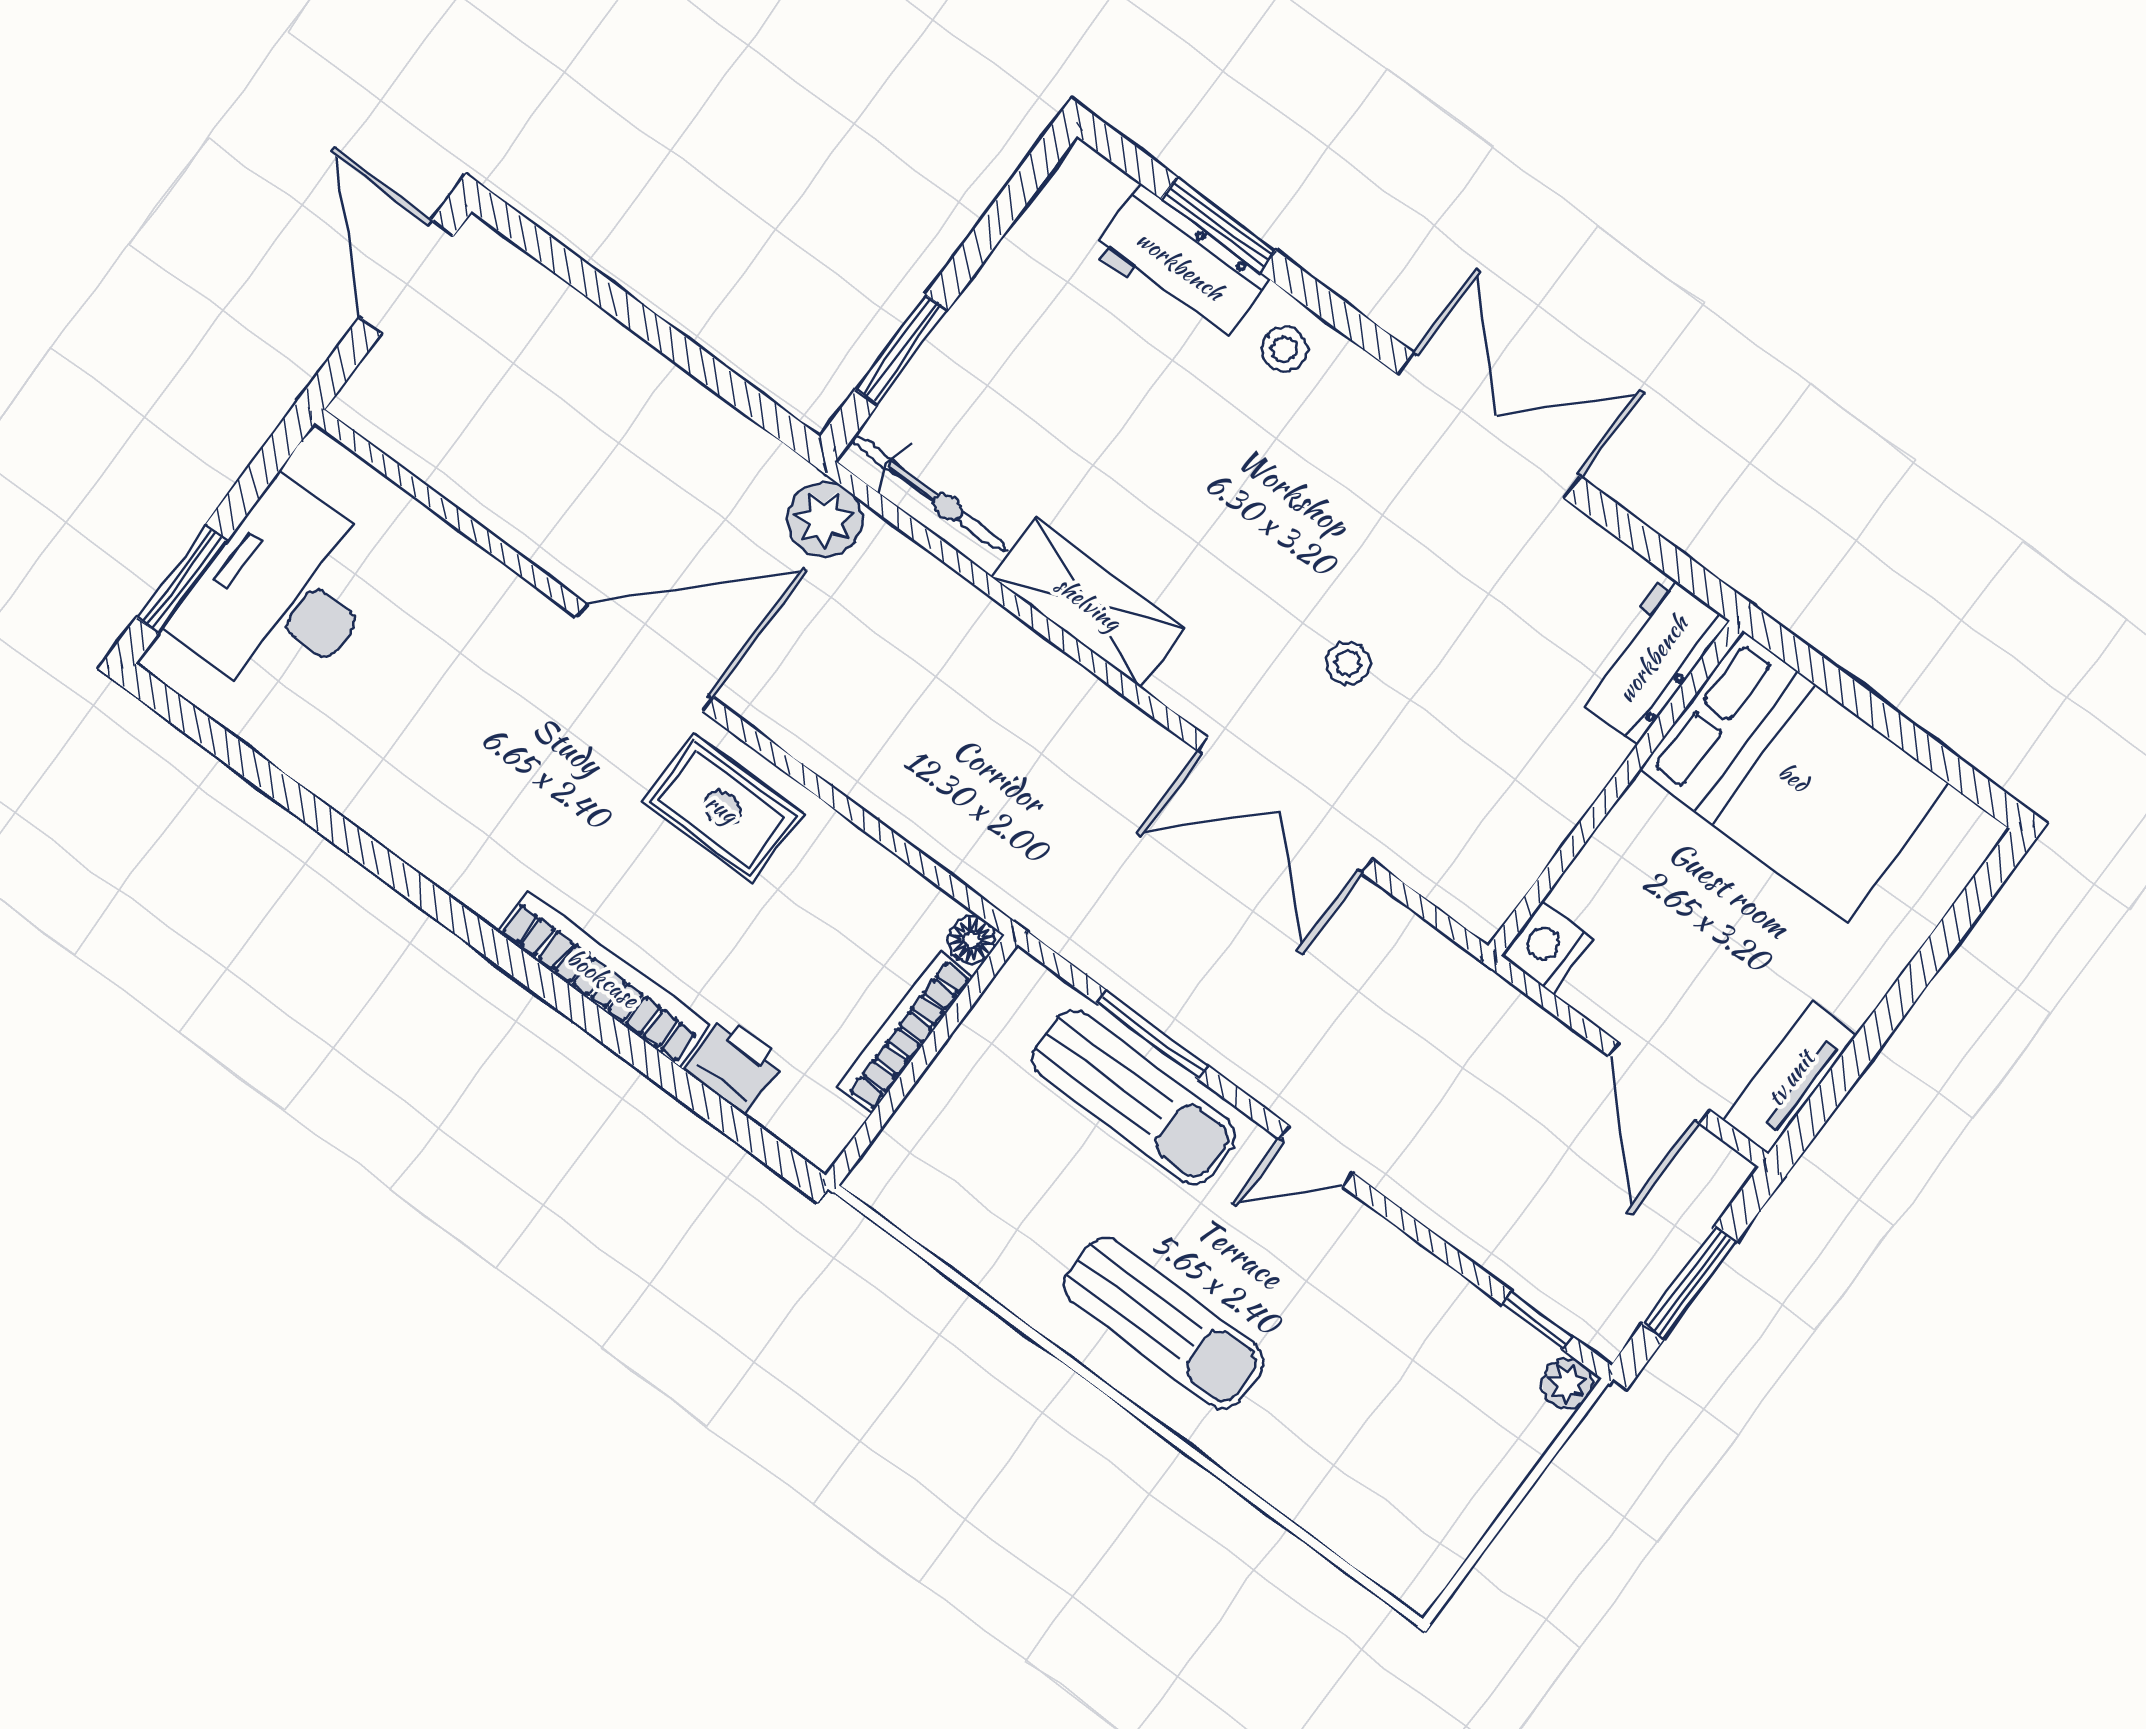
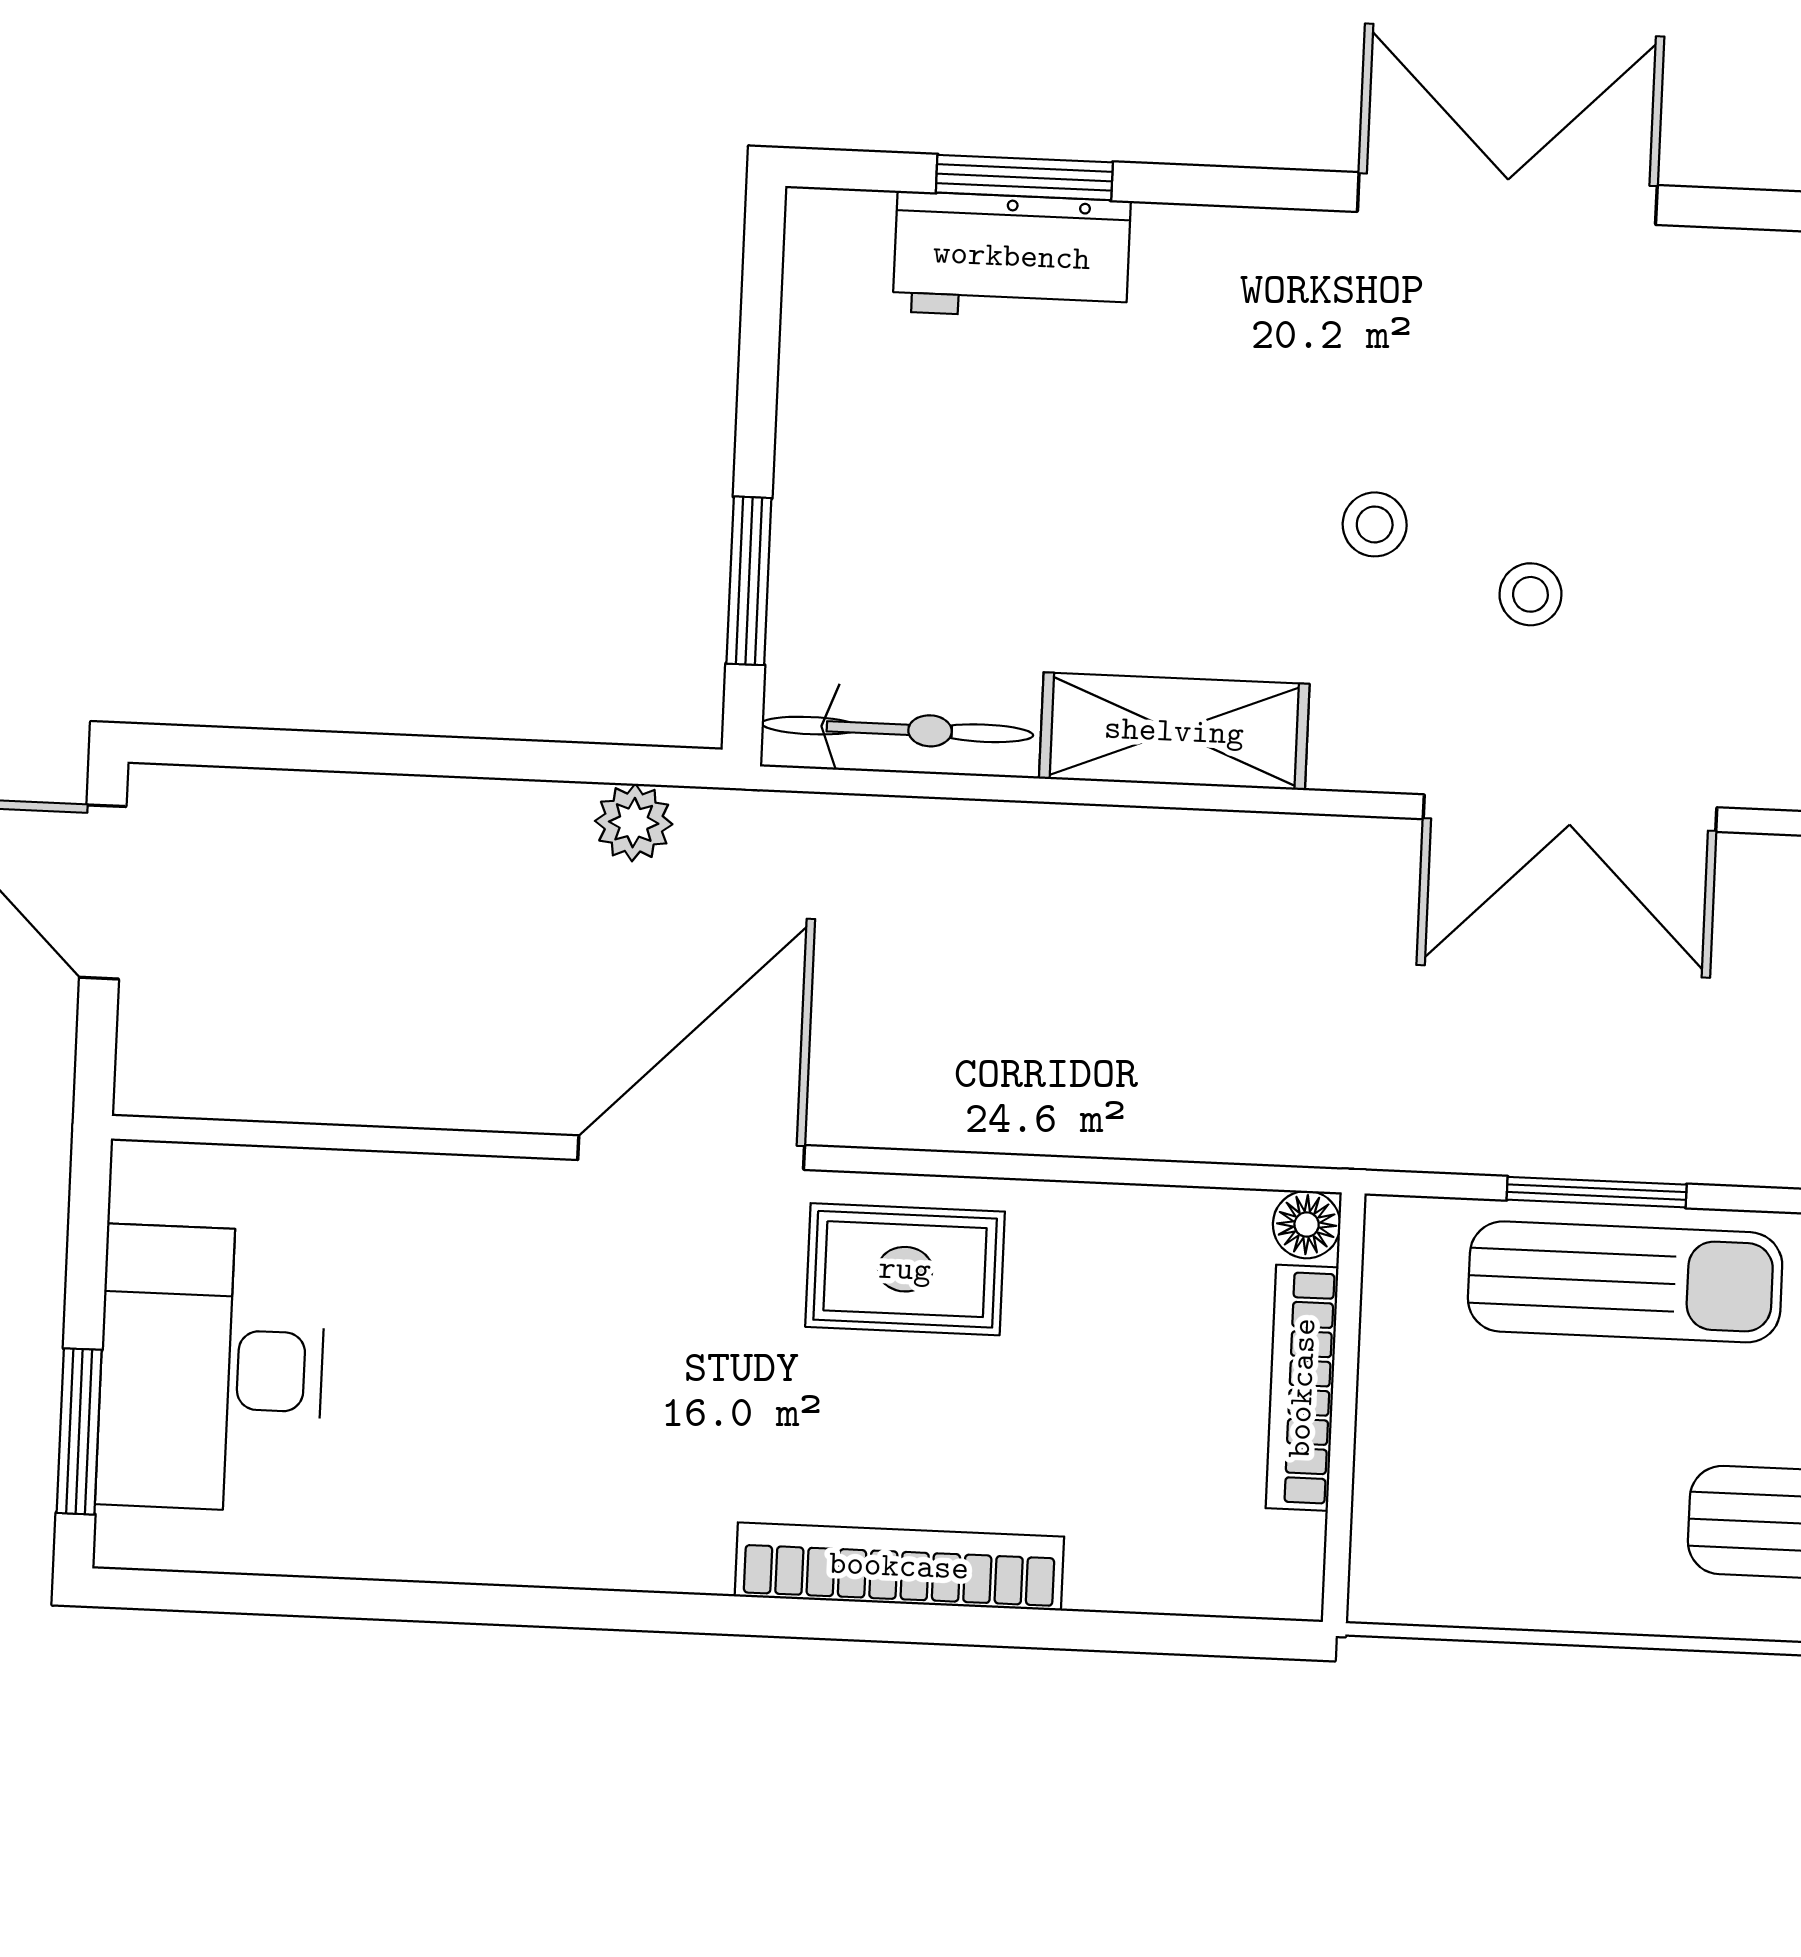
stool: (1284, 349) -> (1375, 524), moved
plant: (825, 520) -> (634, 823), moved, width x0.73, depth x0.73
printer: (735, 1065) -> (1126, 1563), removed

